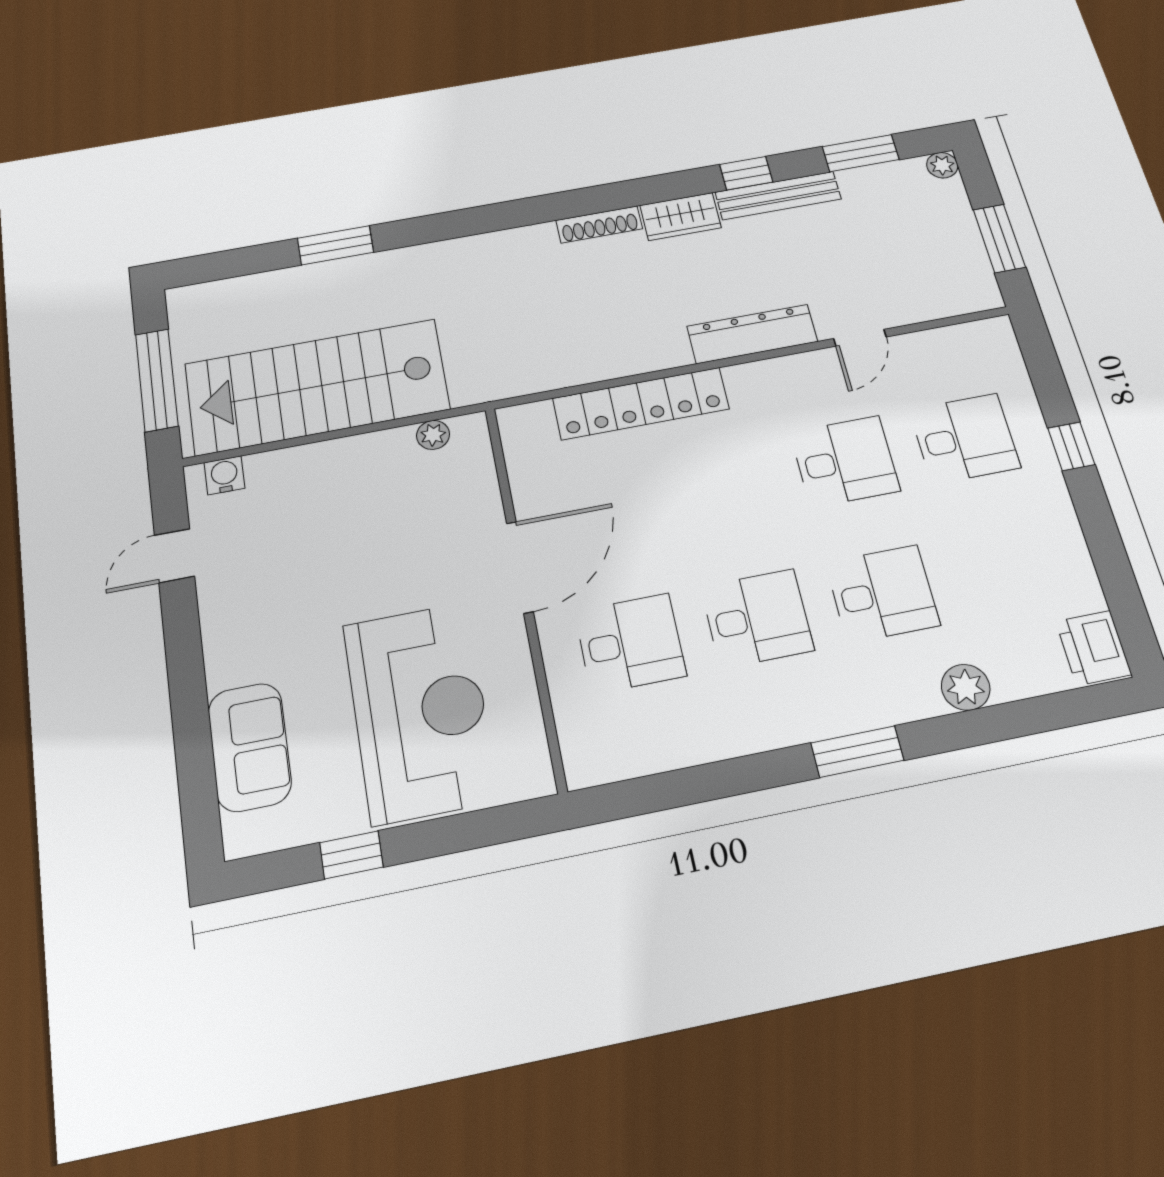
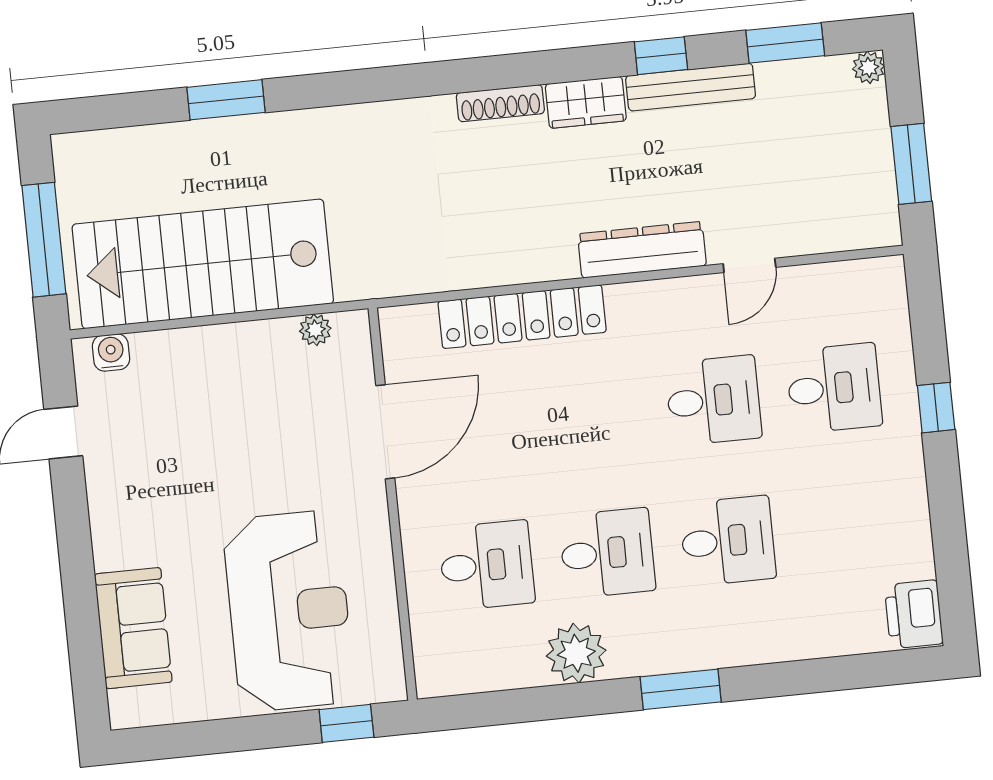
door: (520, 567) -> (385, 432), moved
plant: (966, 687) -> (576, 653), moved, width x1.36, depth x1.36
window: (351, 855) -> (346, 723), moved

